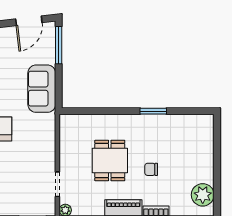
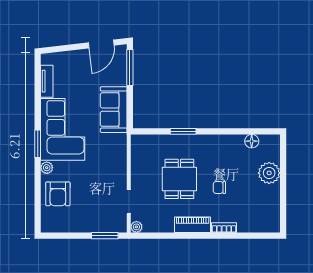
window: (153, 111) -> (183, 131), moved
floor lamp: (185, 121) -> (252, 141), added
plant: (203, 195) -> (269, 173), moved

